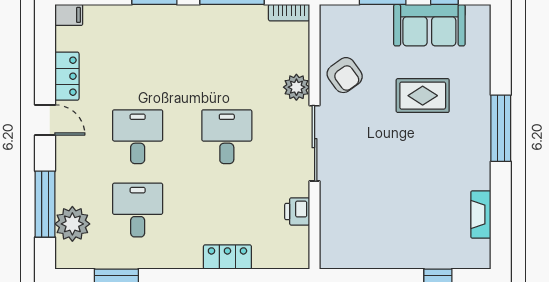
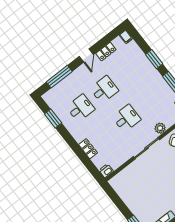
printer: (297, 211) -> (106, 171), moved
plant: (72, 224) -> (60, 90), removed

